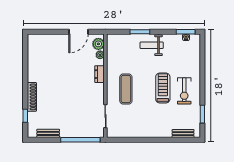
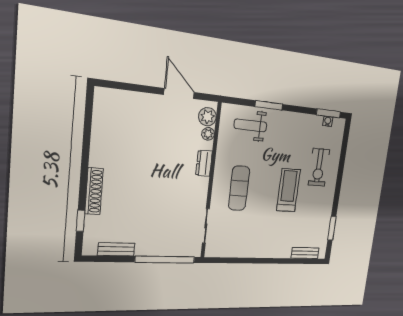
door: (78, 32) -> (179, 93), swing flipped
weight bench: (152, 45) -> (250, 125), moved
exercise bike: (184, 91) -> (319, 167), moved

